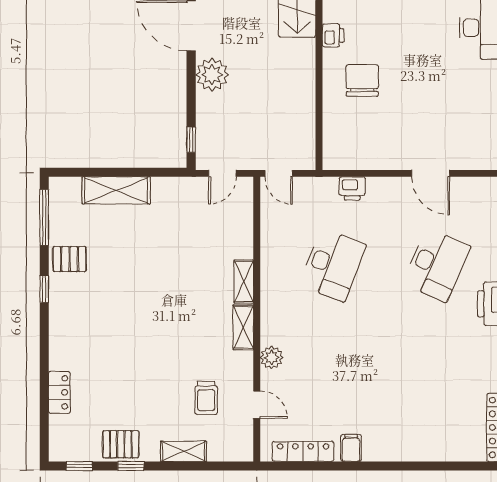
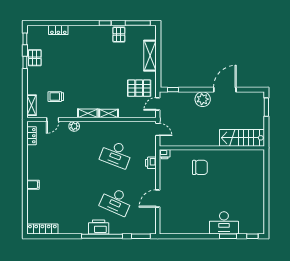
printer: (333, 35) -> (165, 154), moved
door: (222, 173) -> (158, 104), hinge flipped
door: (279, 173) -> (158, 129), swing flipped
pallet: (188, 214) -> (139, 88), added
filing cabinet: (351, 448) -> (33, 185), moved
shelving: (184, 451) -> (32, 105), moved
locker: (303, 451) -> (31, 136), width x0.66

